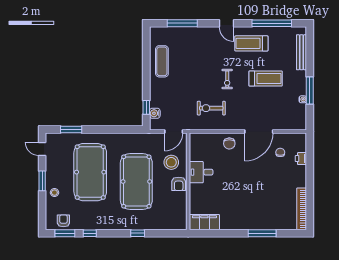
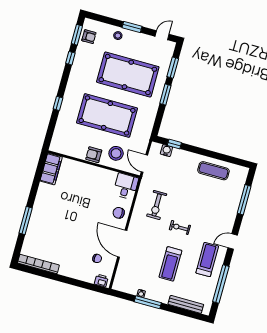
exercise bike: (211, 108) -> (157, 205), turned 180
window: (100, 130) -> (165, 94), added
printer: (301, 159) -> (101, 281), moved
desk: (201, 172) -> (126, 186), moved

